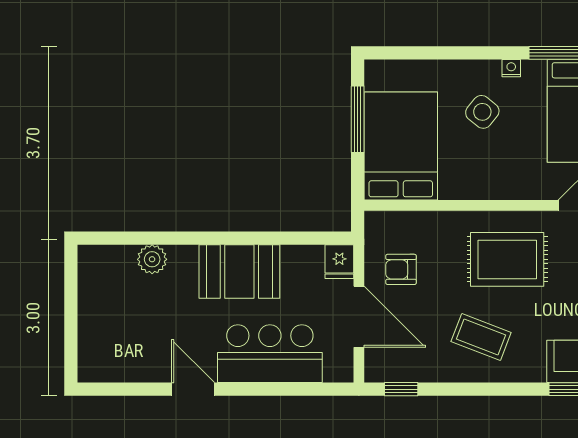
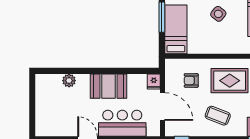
bed: (401, 146) -> (176, 29), width x0.67
armchair: (401, 269) -> (191, 80), moved

